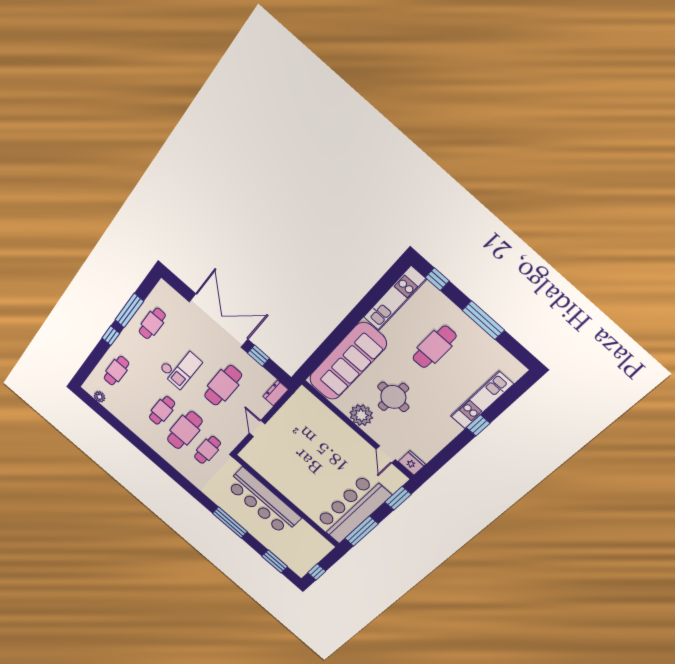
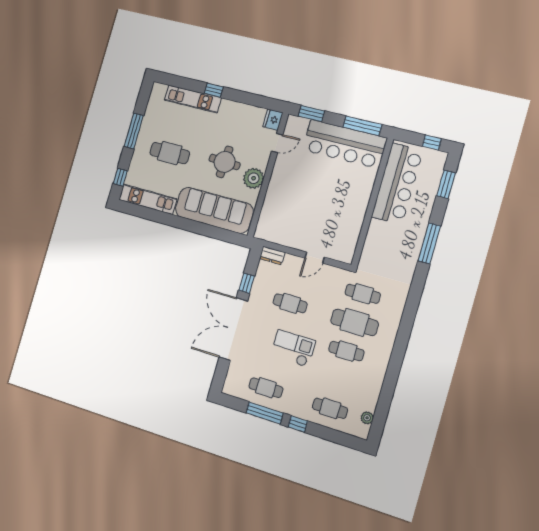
cafe table: (223, 385) -> (290, 303), width x0.73, depth x0.74
bar counter: (263, 501) -> (397, 184), moved

